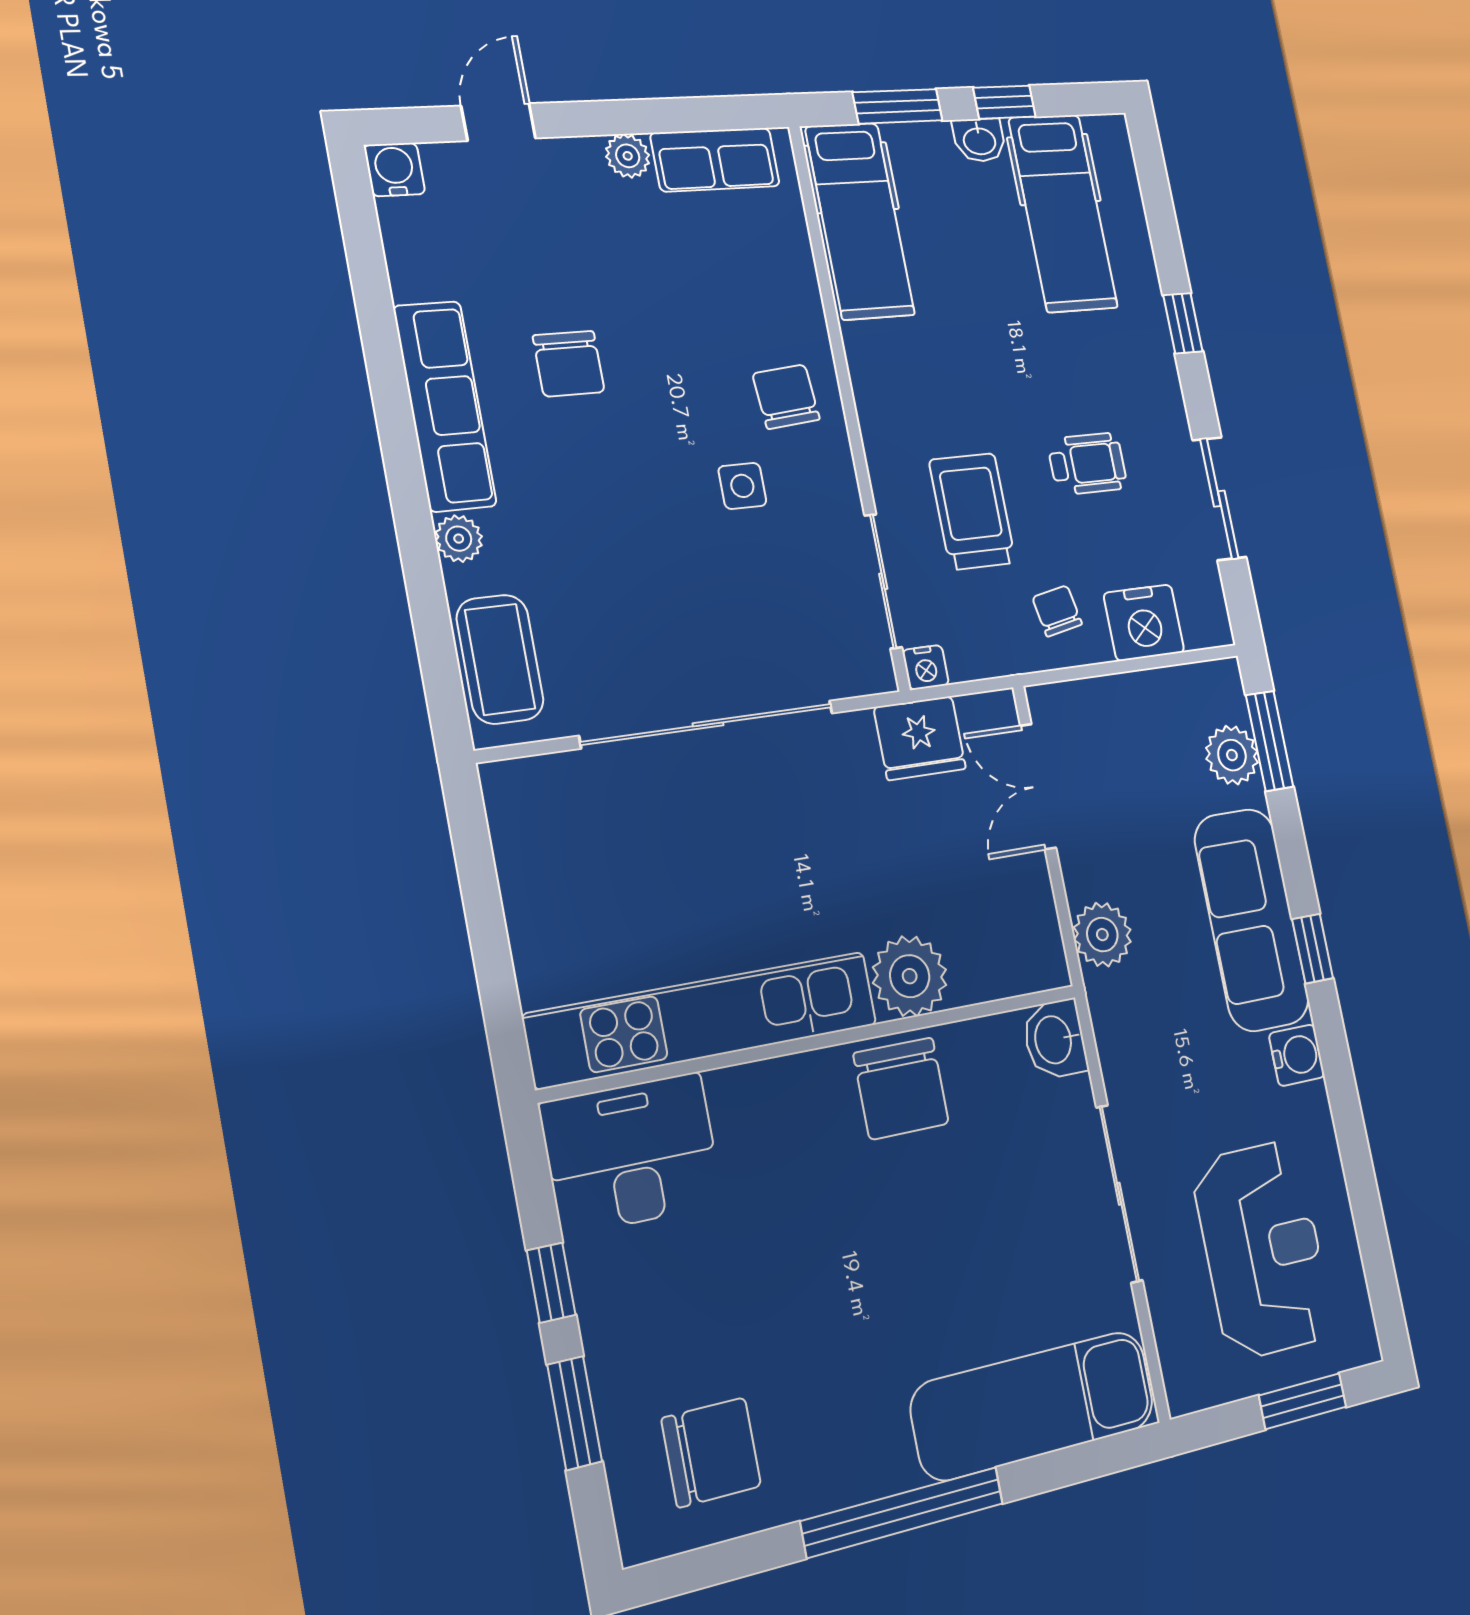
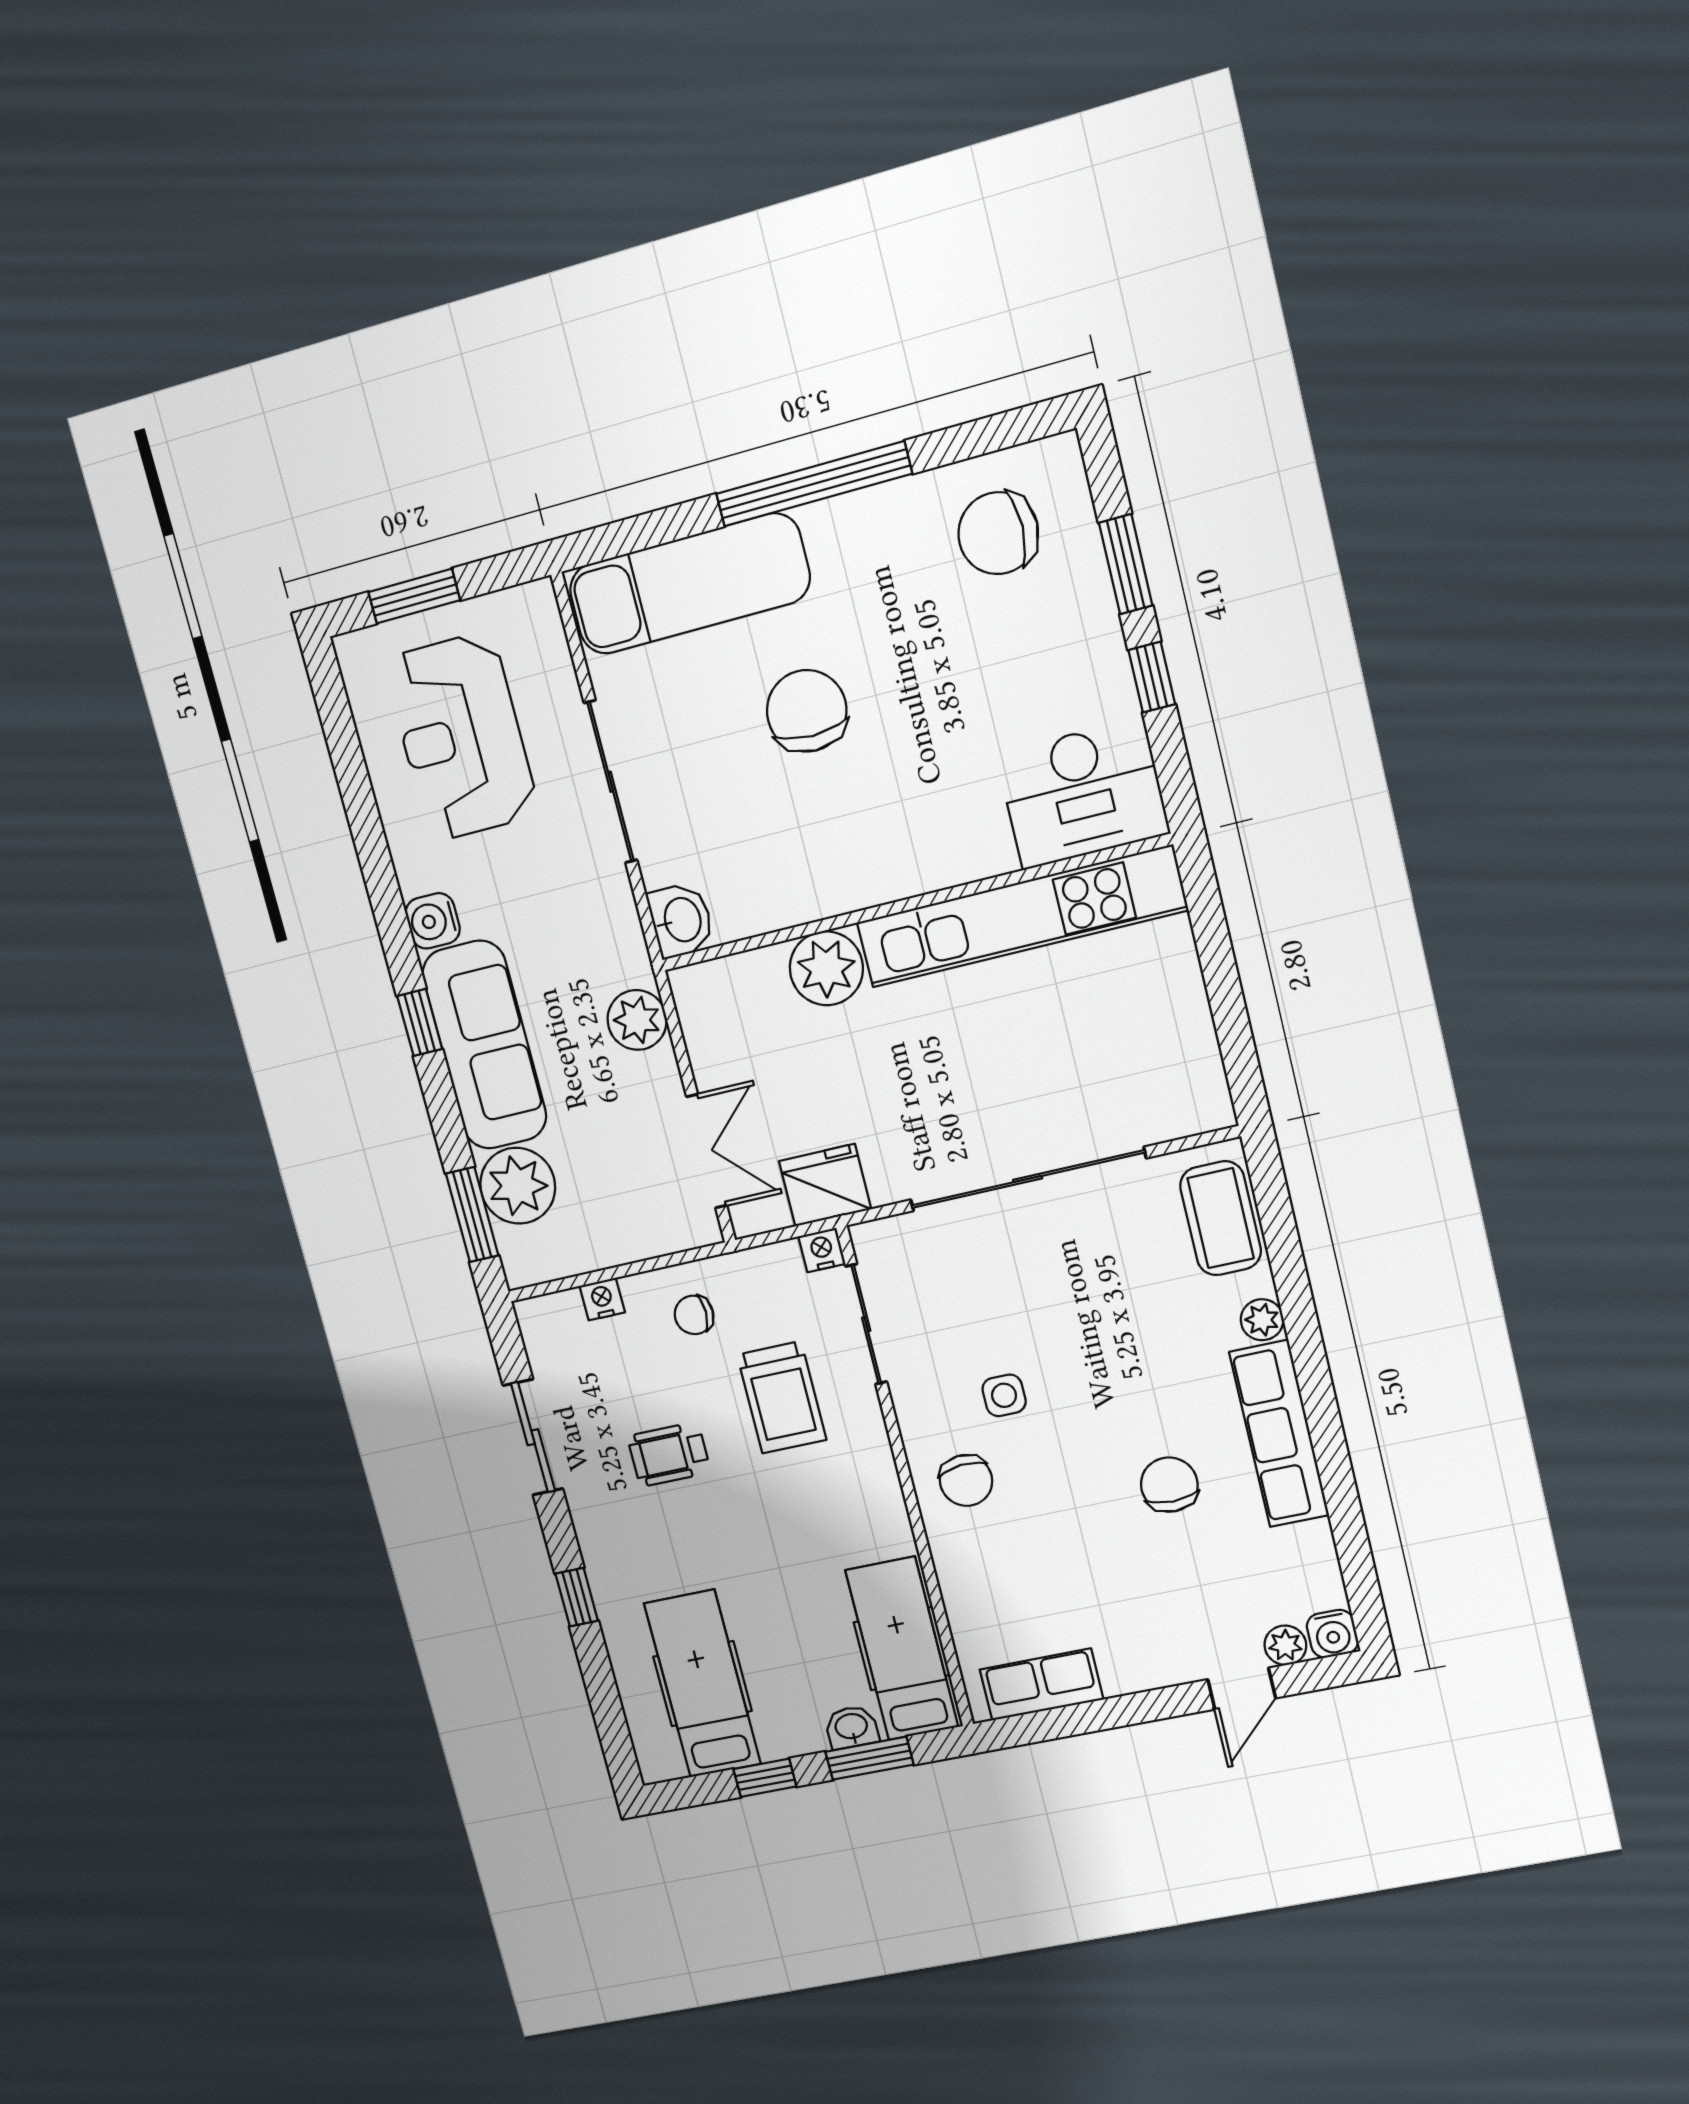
washbasin: (979, 140) -> (852, 1727), moved
plant: (628, 156) -> (1285, 1645), moved
chair: (1057, 611) -> (694, 1315), turned 101
nightstand: (1144, 623) -> (602, 1299), width x0.53, depth x0.56
plant: (1232, 755) -> (518, 1186), width x1.36, depth x1.36
chair: (901, 1089) -> (807, 711), moved

